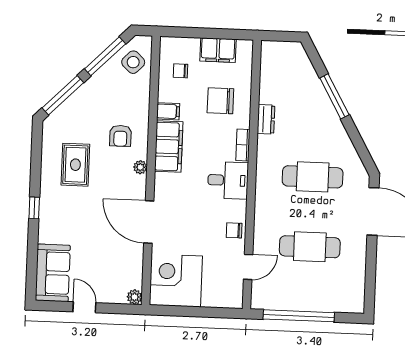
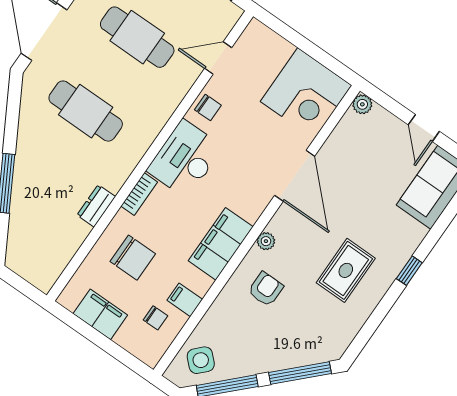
filing cabinet: (168, 111) -> (185, 300), moved
rug: (75, 165) -> (346, 270), moved
desk: (228, 180) -> (185, 159), width x1.37

